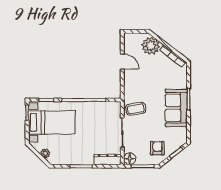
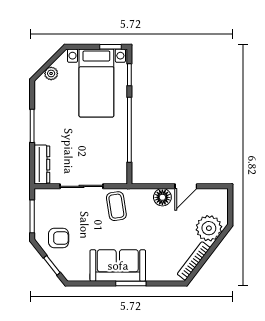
floor lamp: (130, 159) -> (162, 197), moved

